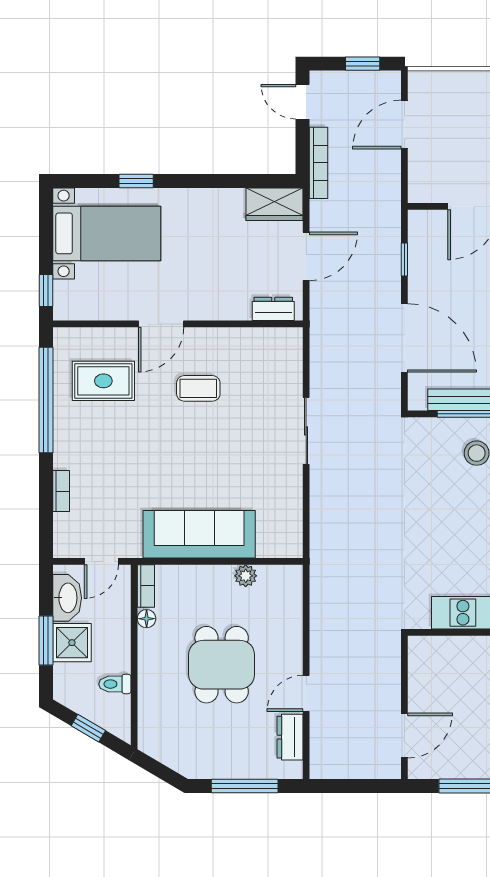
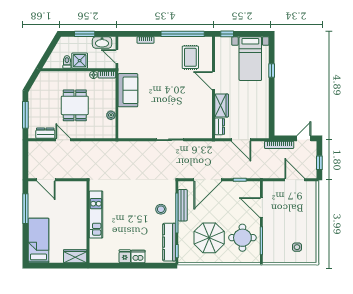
wardrobe: (274, 204) -> (222, 105), moved, turned 180
coffee table: (198, 388) -> (187, 96), removed
sofa: (199, 534) -> (128, 90), width x0.73
shower: (72, 643) -> (80, 61), moved
dining table: (222, 665) -> (75, 105), turned 90
window: (88, 728) -> (49, 51), removed

